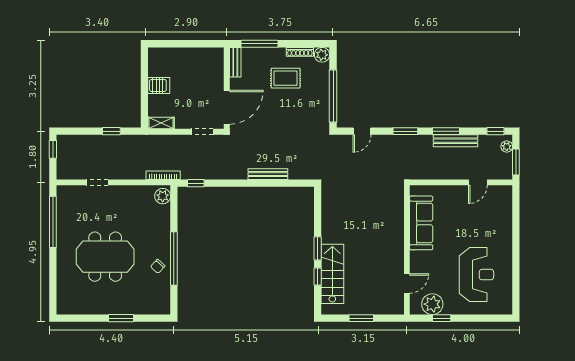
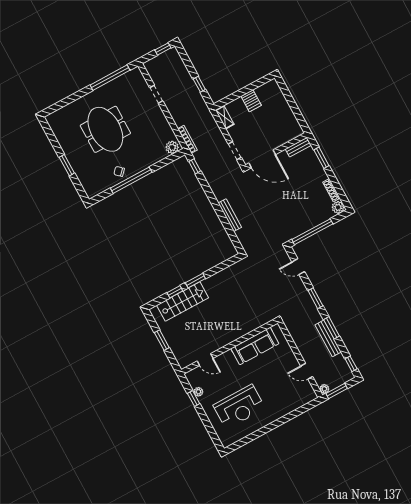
window: (260, 44) -> (321, 158), width x0.69
rug: (286, 78) -> (307, 190), removed
plant: (507, 147) -> (324, 389), moved
plant: (432, 304) -> (198, 392), width x0.53, depth x0.53

